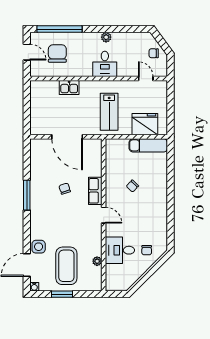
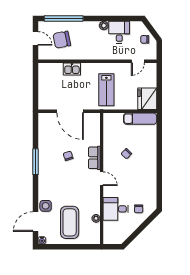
chair: (57, 54) -> (62, 40), turned -101
desk: (105, 64) -> (119, 32), moved, turned 180
door: (146, 79) -> (138, 61), swing flipped
fridge: (145, 124) -> (147, 99), moved, turned -90
window: (62, 294) -> (66, 247), removed

